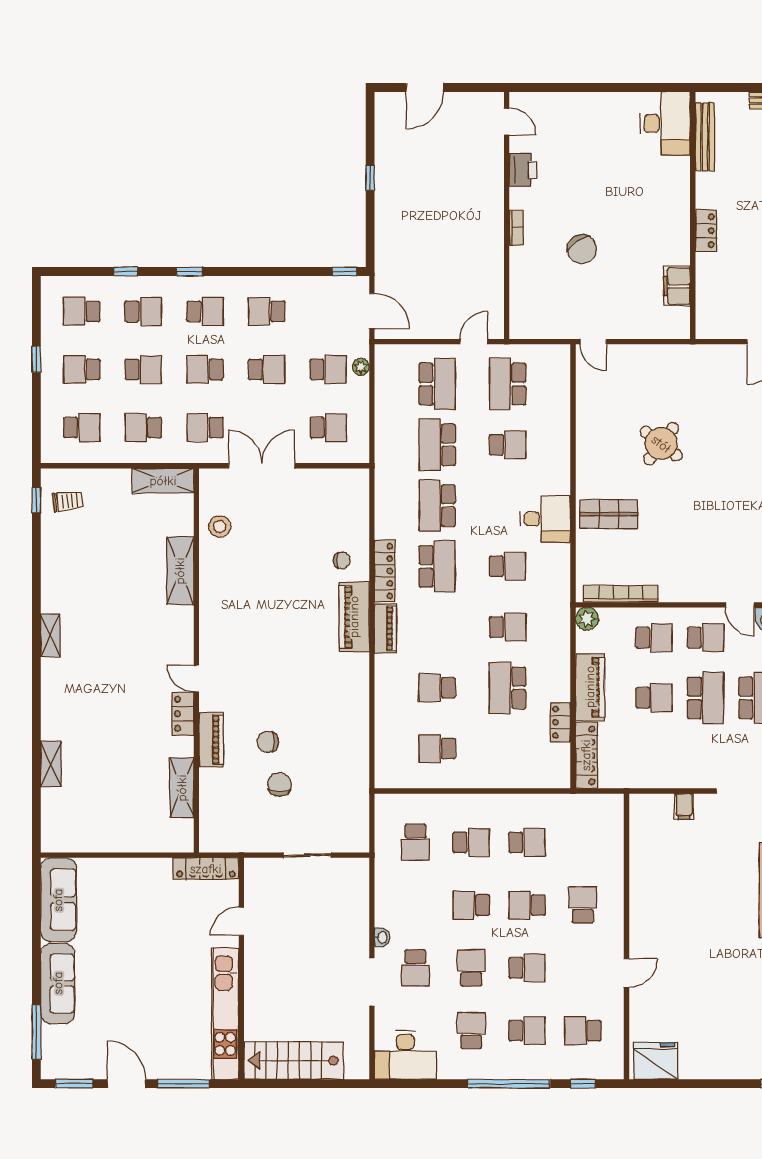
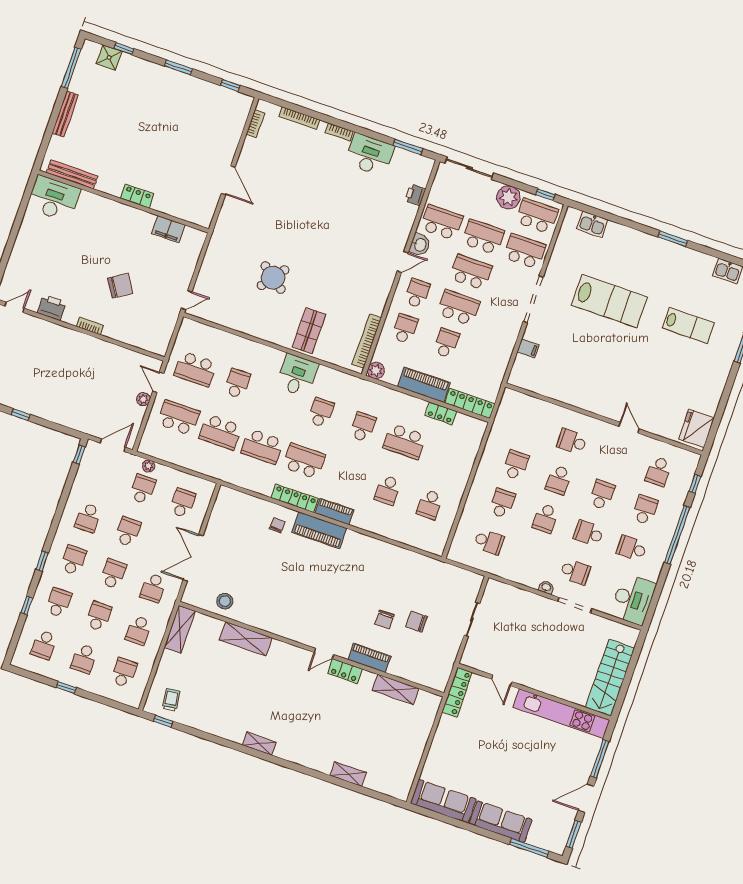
plant: (445, 330) -> (143, 399), added
school desk: (205, 369) -> (113, 574), turned 180

